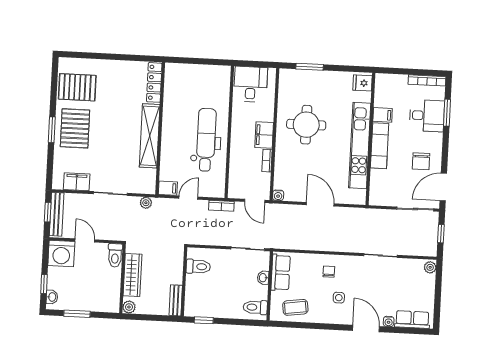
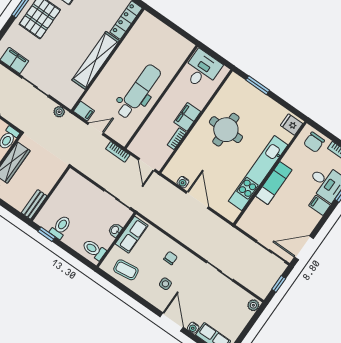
filing cabinet: (383, 115) -> (320, 205), moved, turned 180
chair: (421, 161) -> (314, 142), moved
water cooler: (278, 195) -> (183, 182), moved
toilet: (198, 267) -> (61, 227), moved, turned -90

